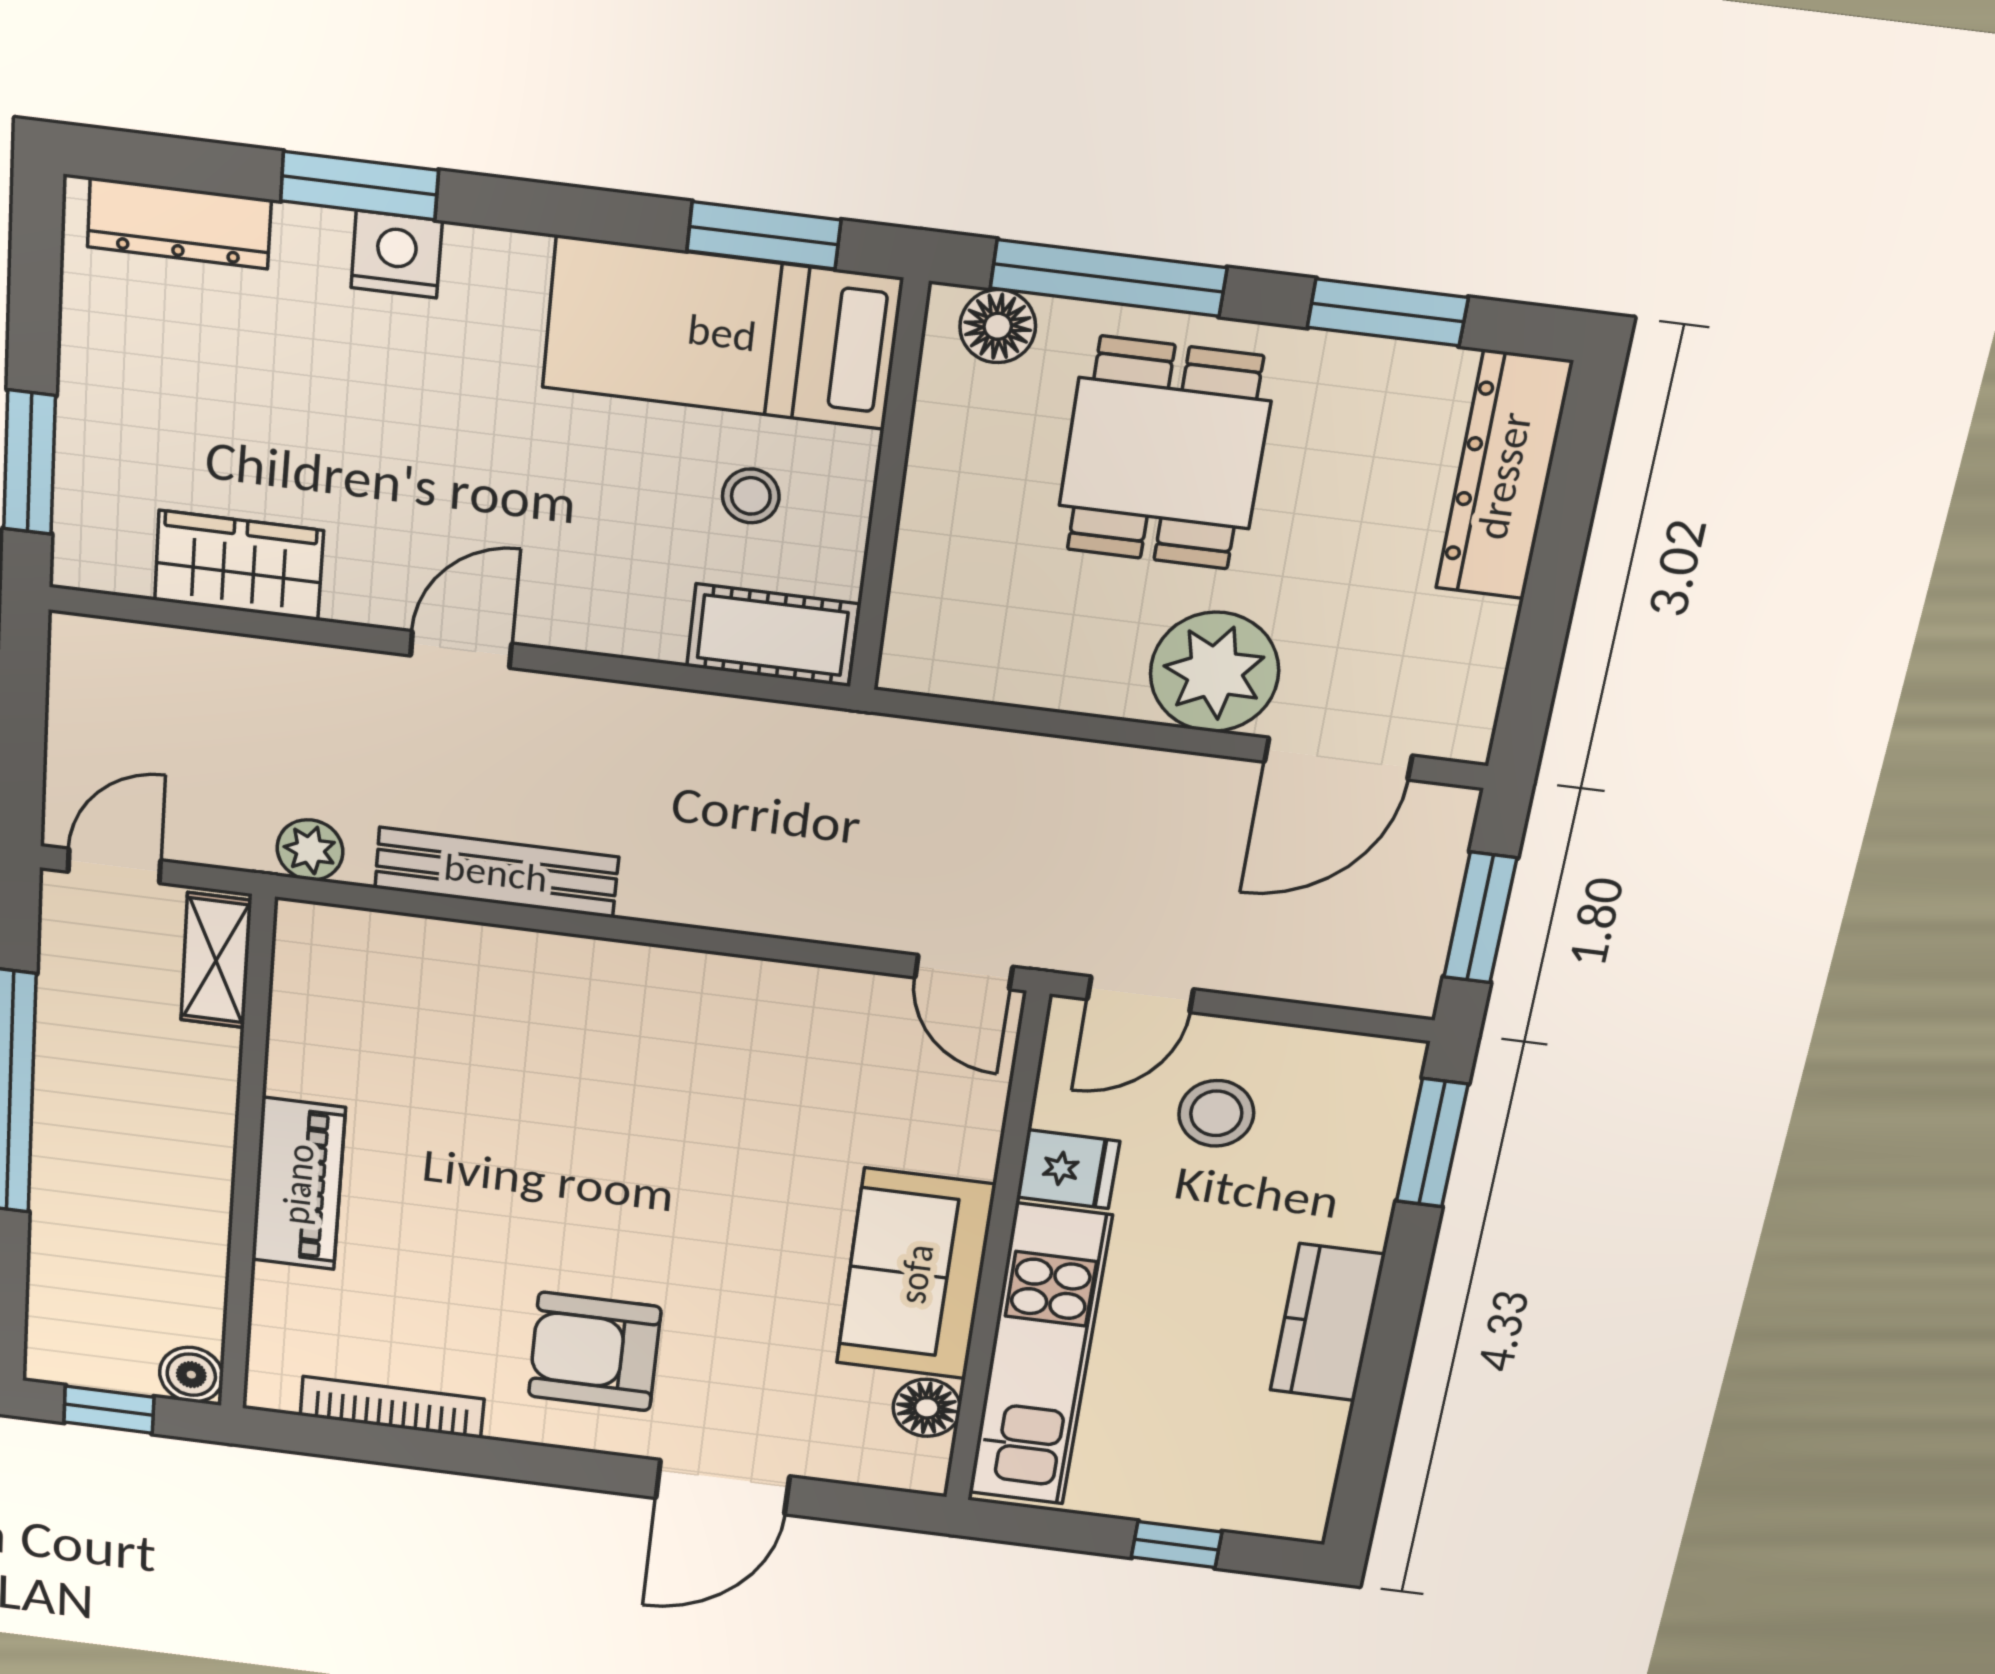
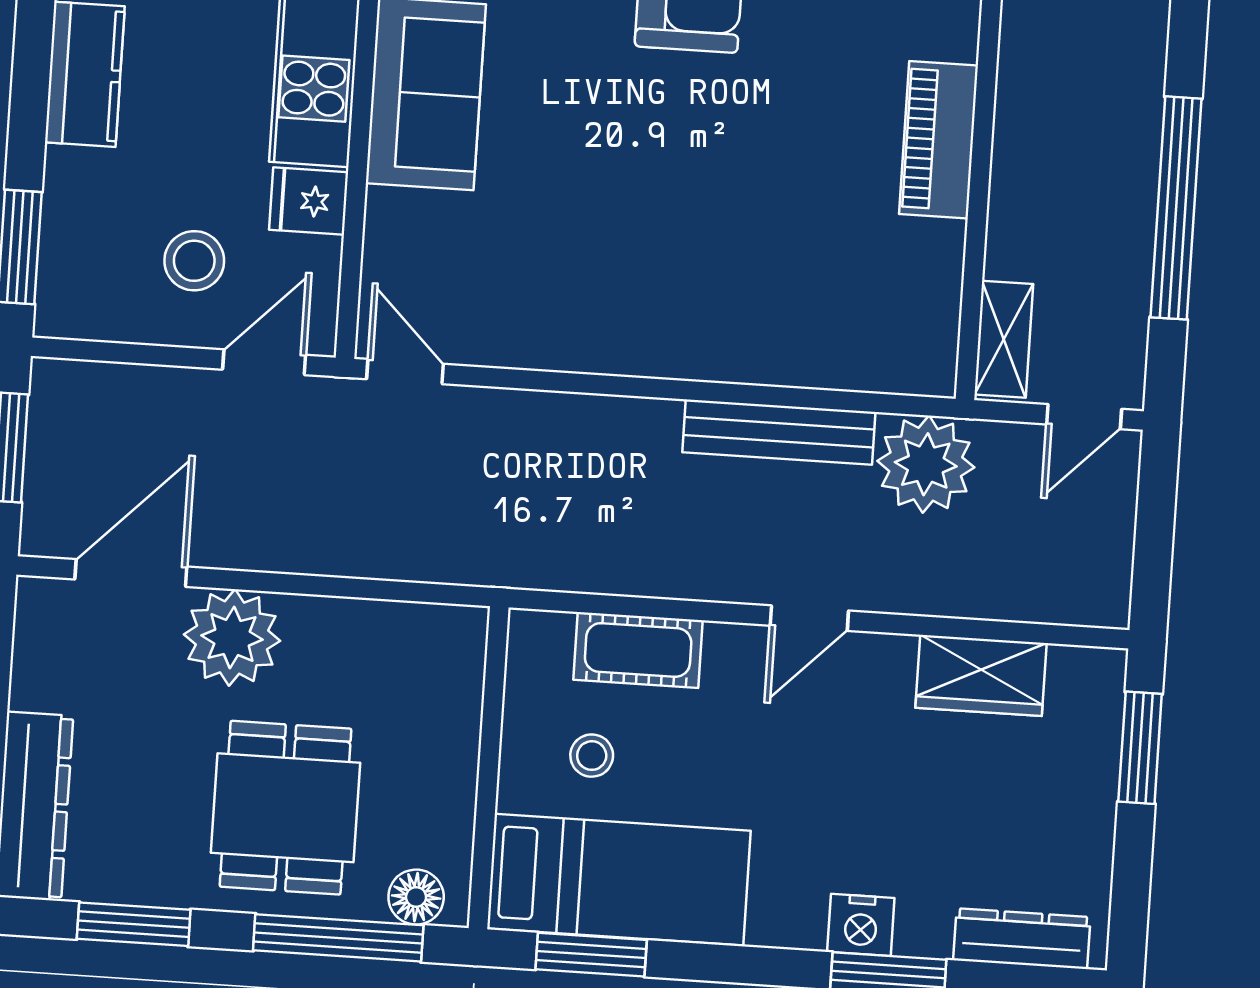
cot: (773, 635) -> (638, 650), moved
plant: (310, 850) -> (926, 464), width x1.88, depth x1.88

